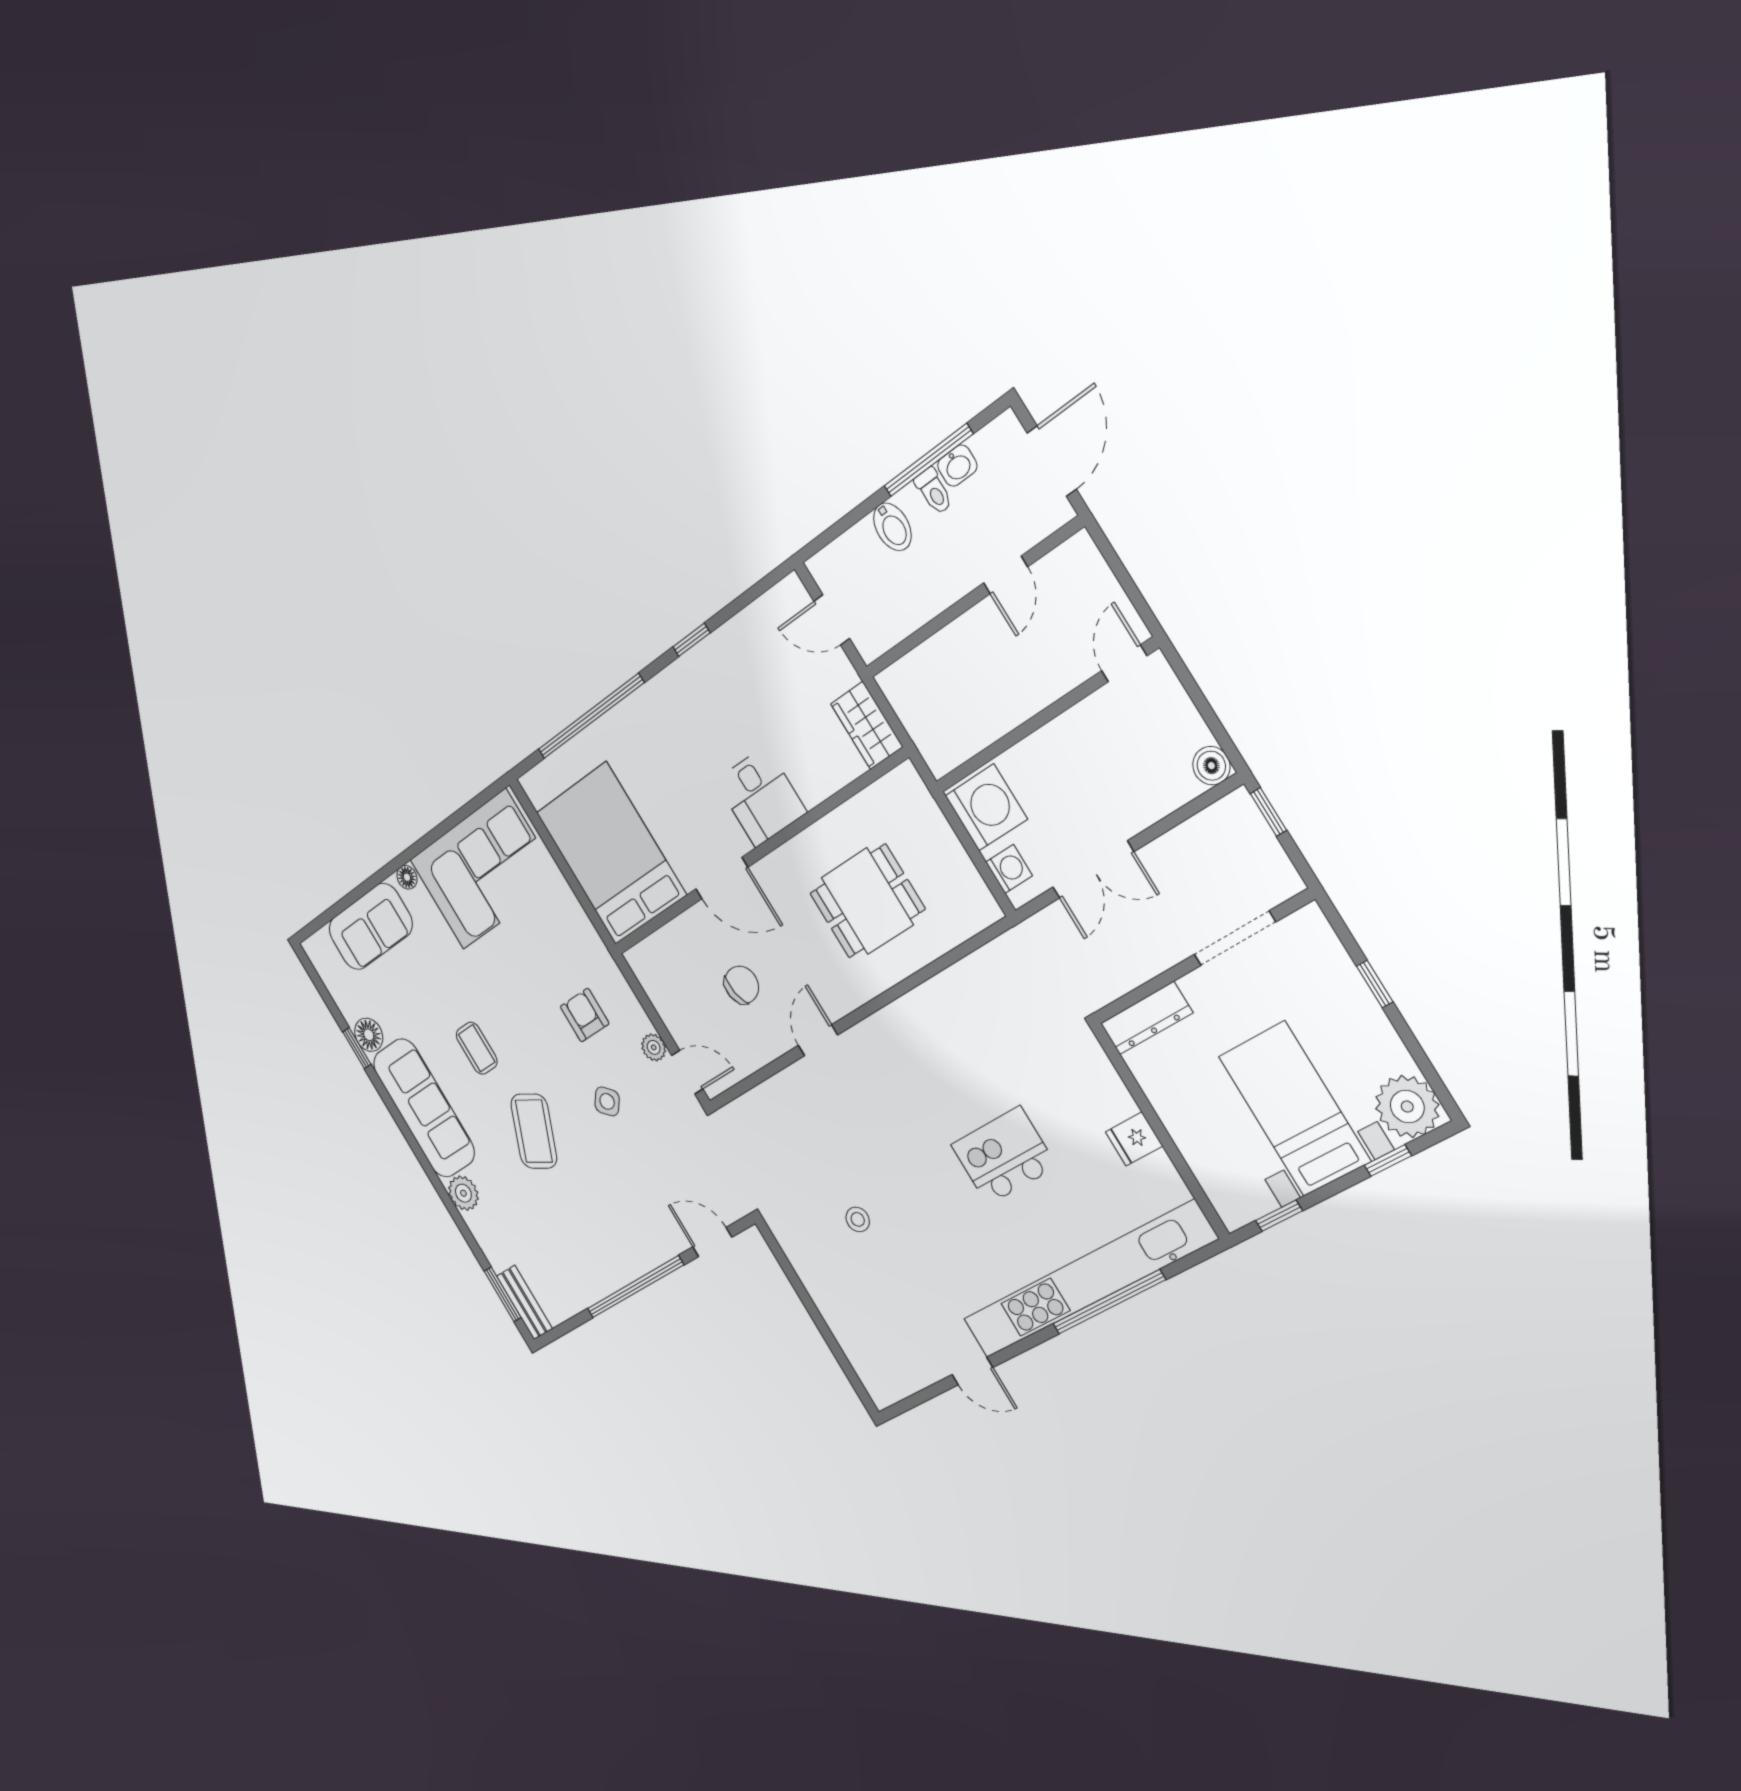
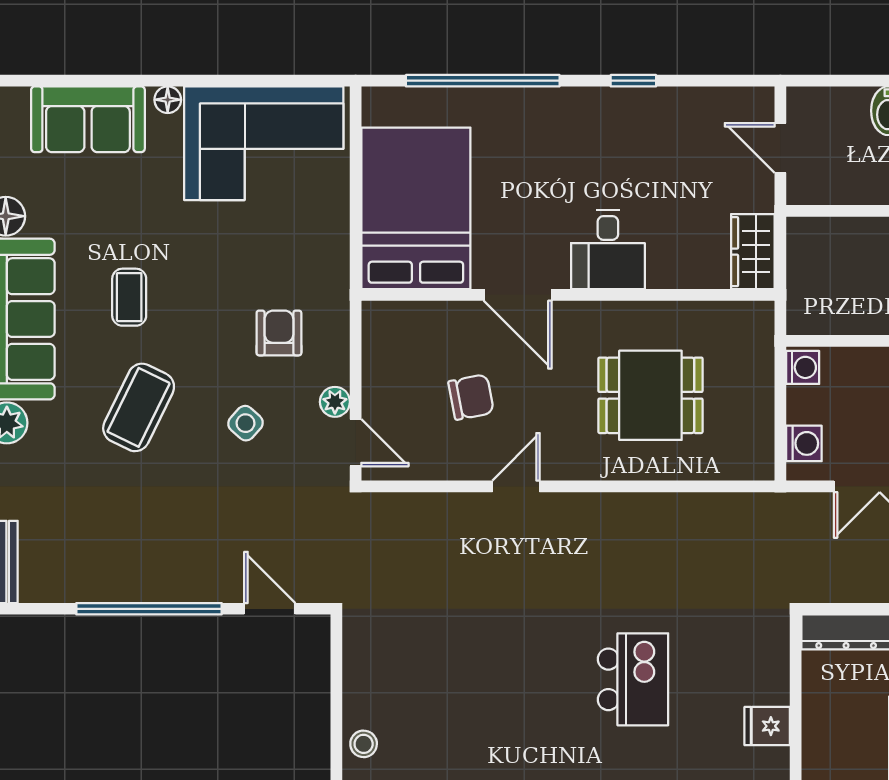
washing machine: (986, 807) -> (803, 367), width x0.53, depth x0.53
kitchen island: (1004, 1156) -> (633, 679), turned 90
stool: (858, 1219) -> (364, 744), moved

